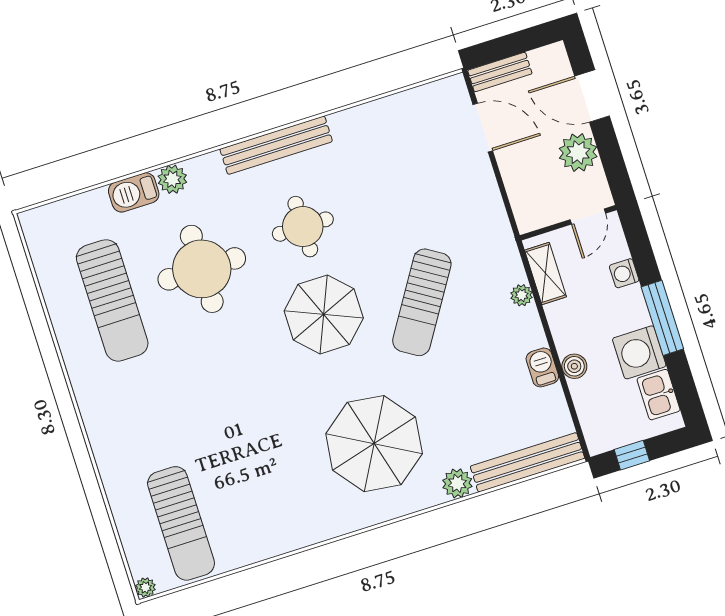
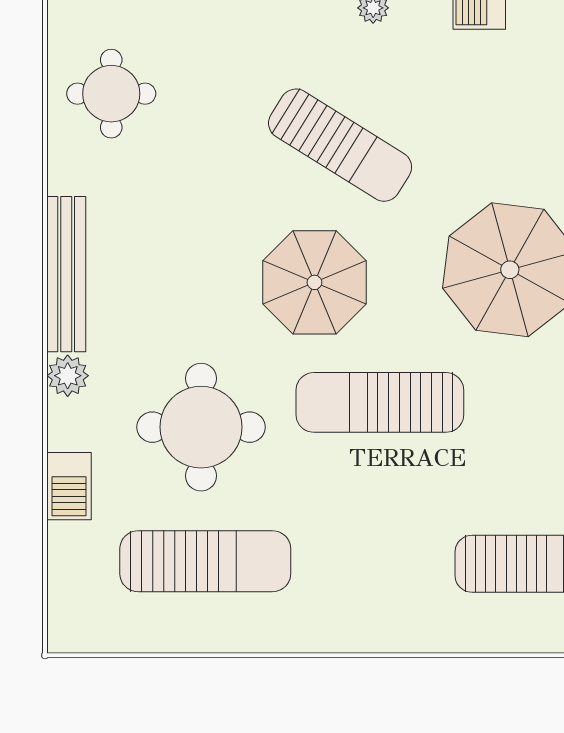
plant: (172, 179) -> (68, 376), moved
round table: (303, 227) -> (111, 94), moved
sun lounger: (257, 384) -> (380, 402), added

